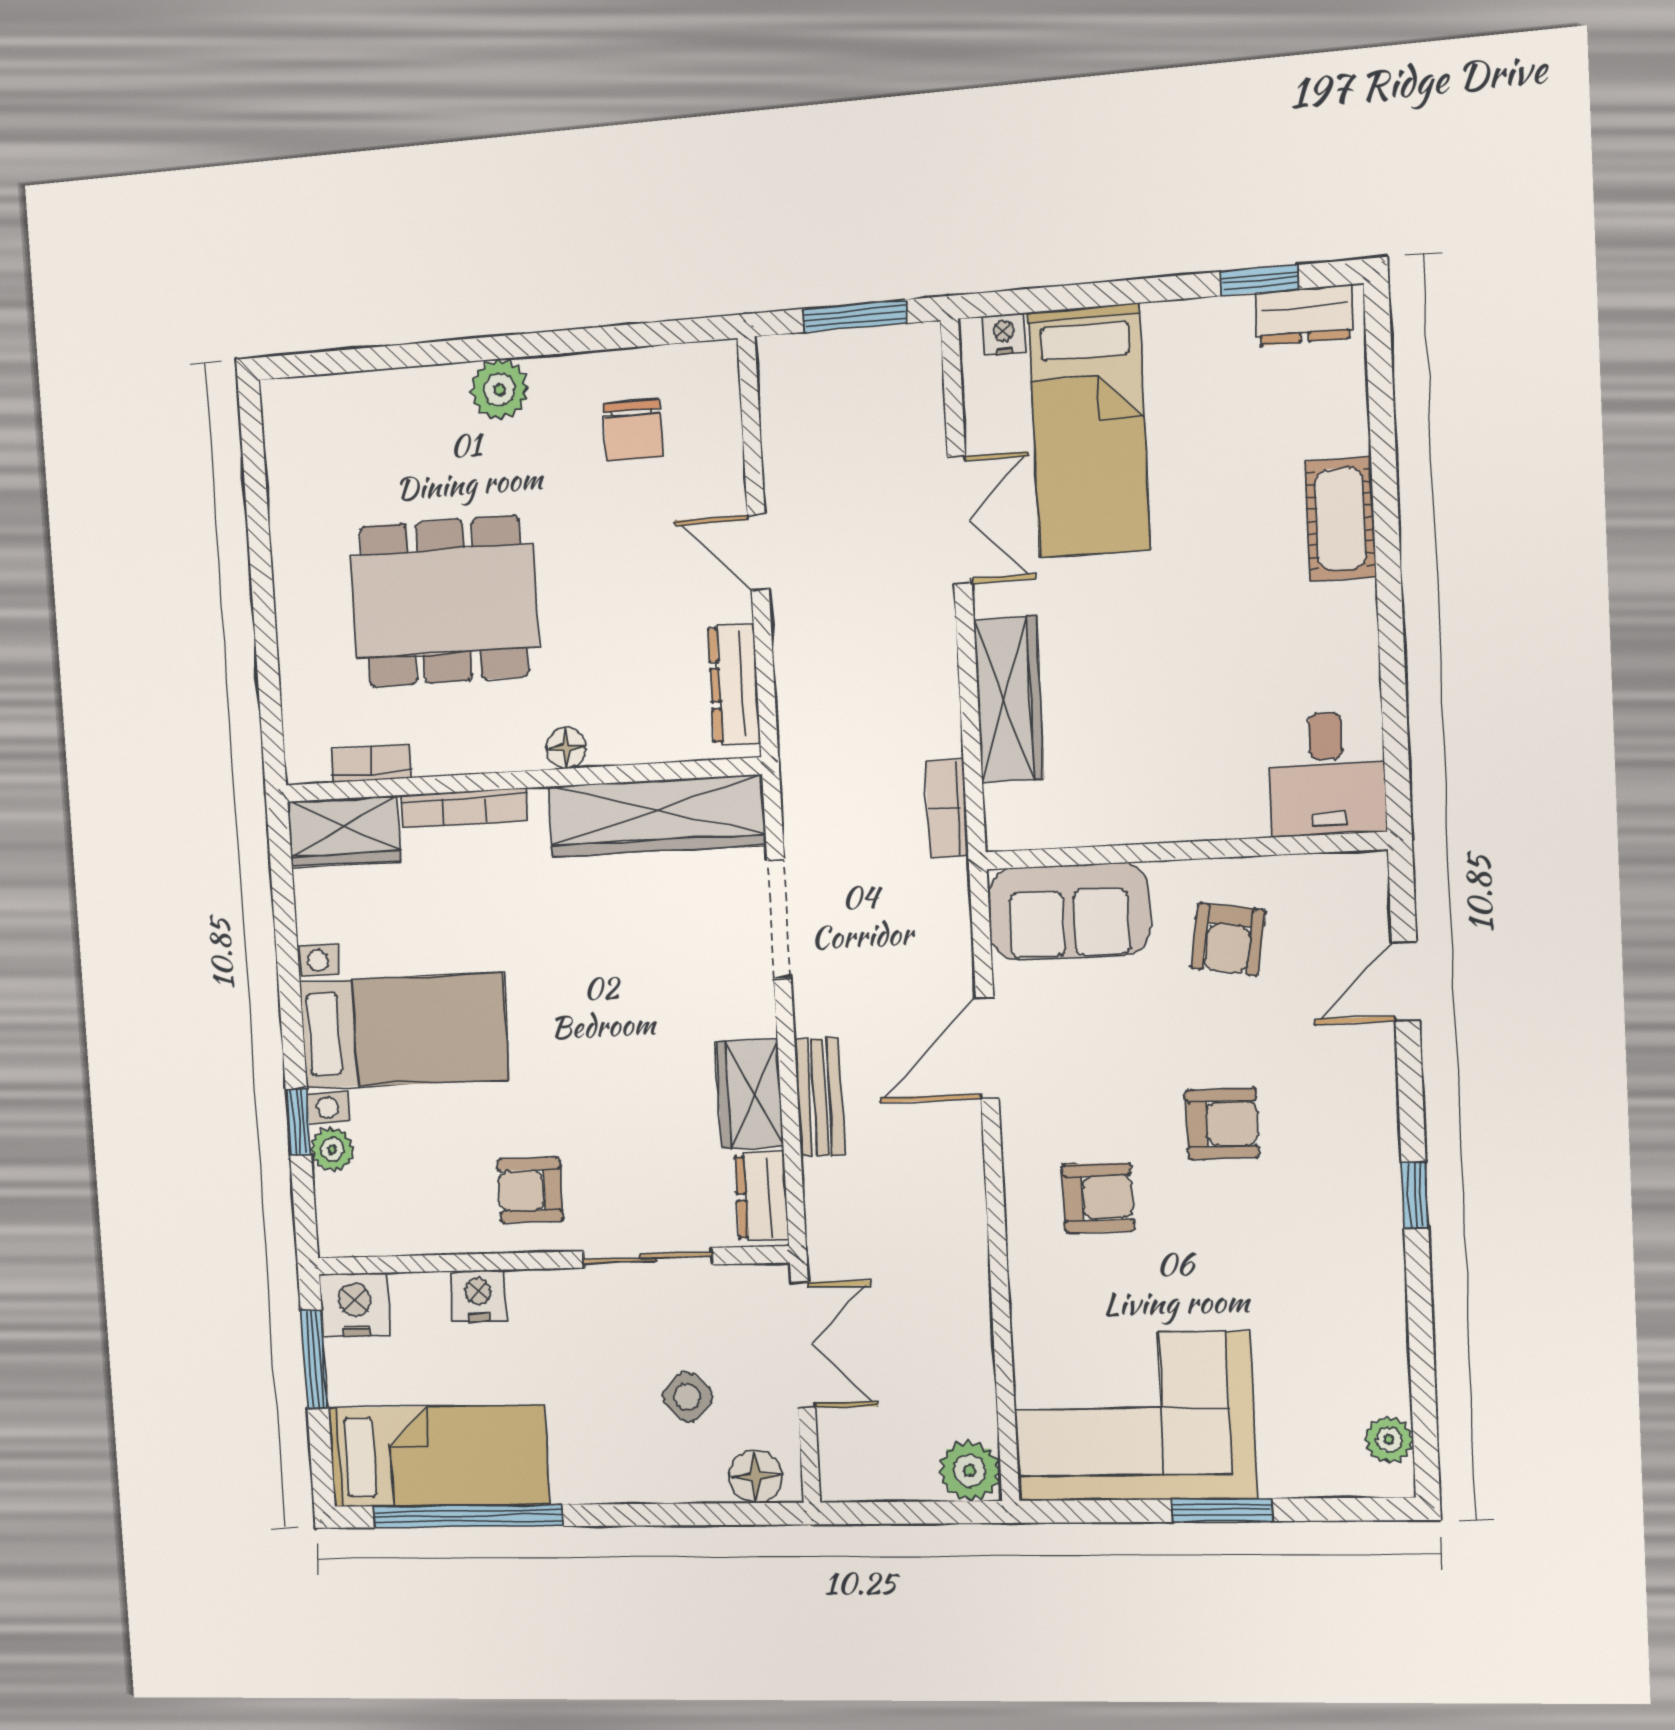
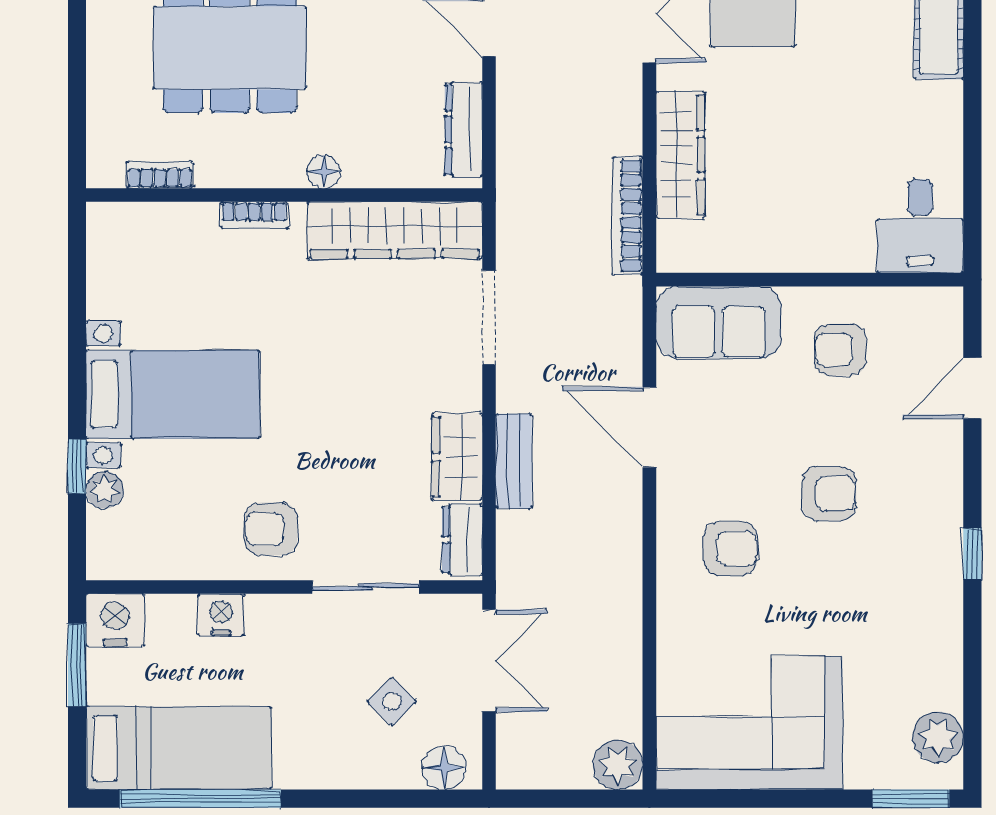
bookcase: (464, 808) -> (254, 215), width x0.64
bookcase: (947, 809) -> (628, 216), width x1.56
wardrobe: (344, 831) -> (133, 229), removed
armchair: (1228, 939) -> (840, 350), turned 81
door: (987, 1048) -> (649, 427), hinge flipped
plant: (1389, 1440) -> (938, 737), width x1.38, depth x1.38
window: (1222, 1510) -> (911, 799), moved

